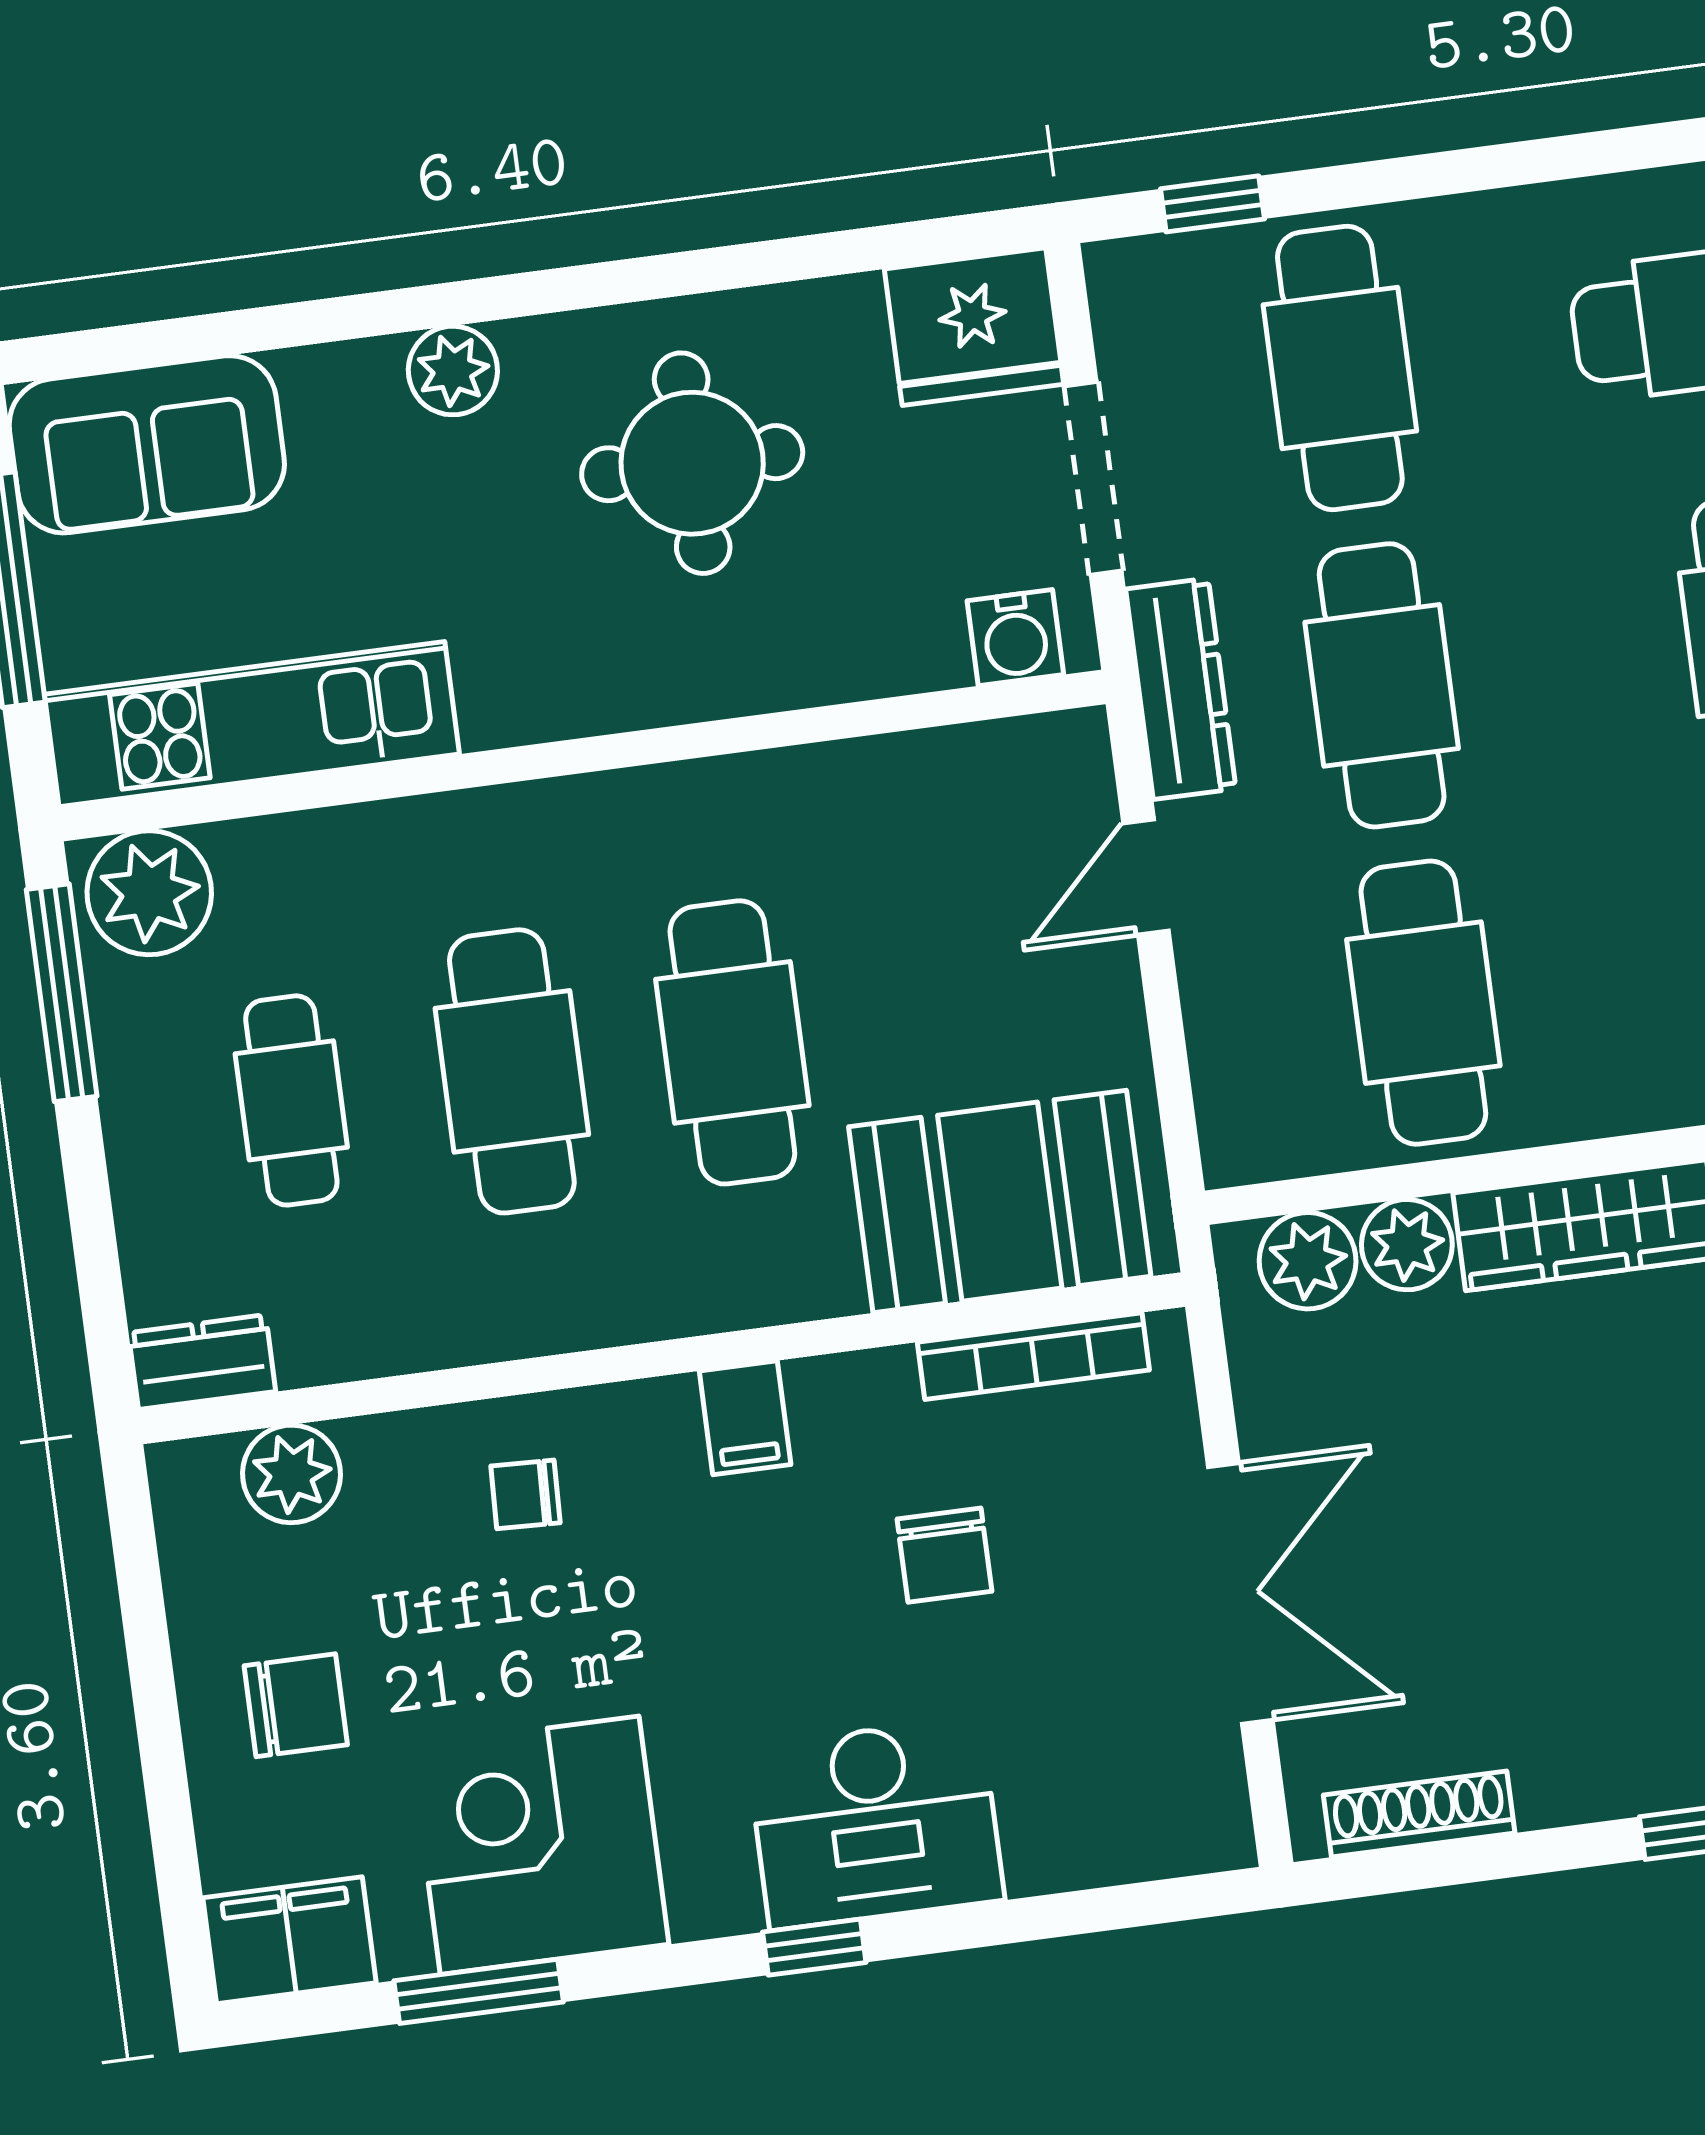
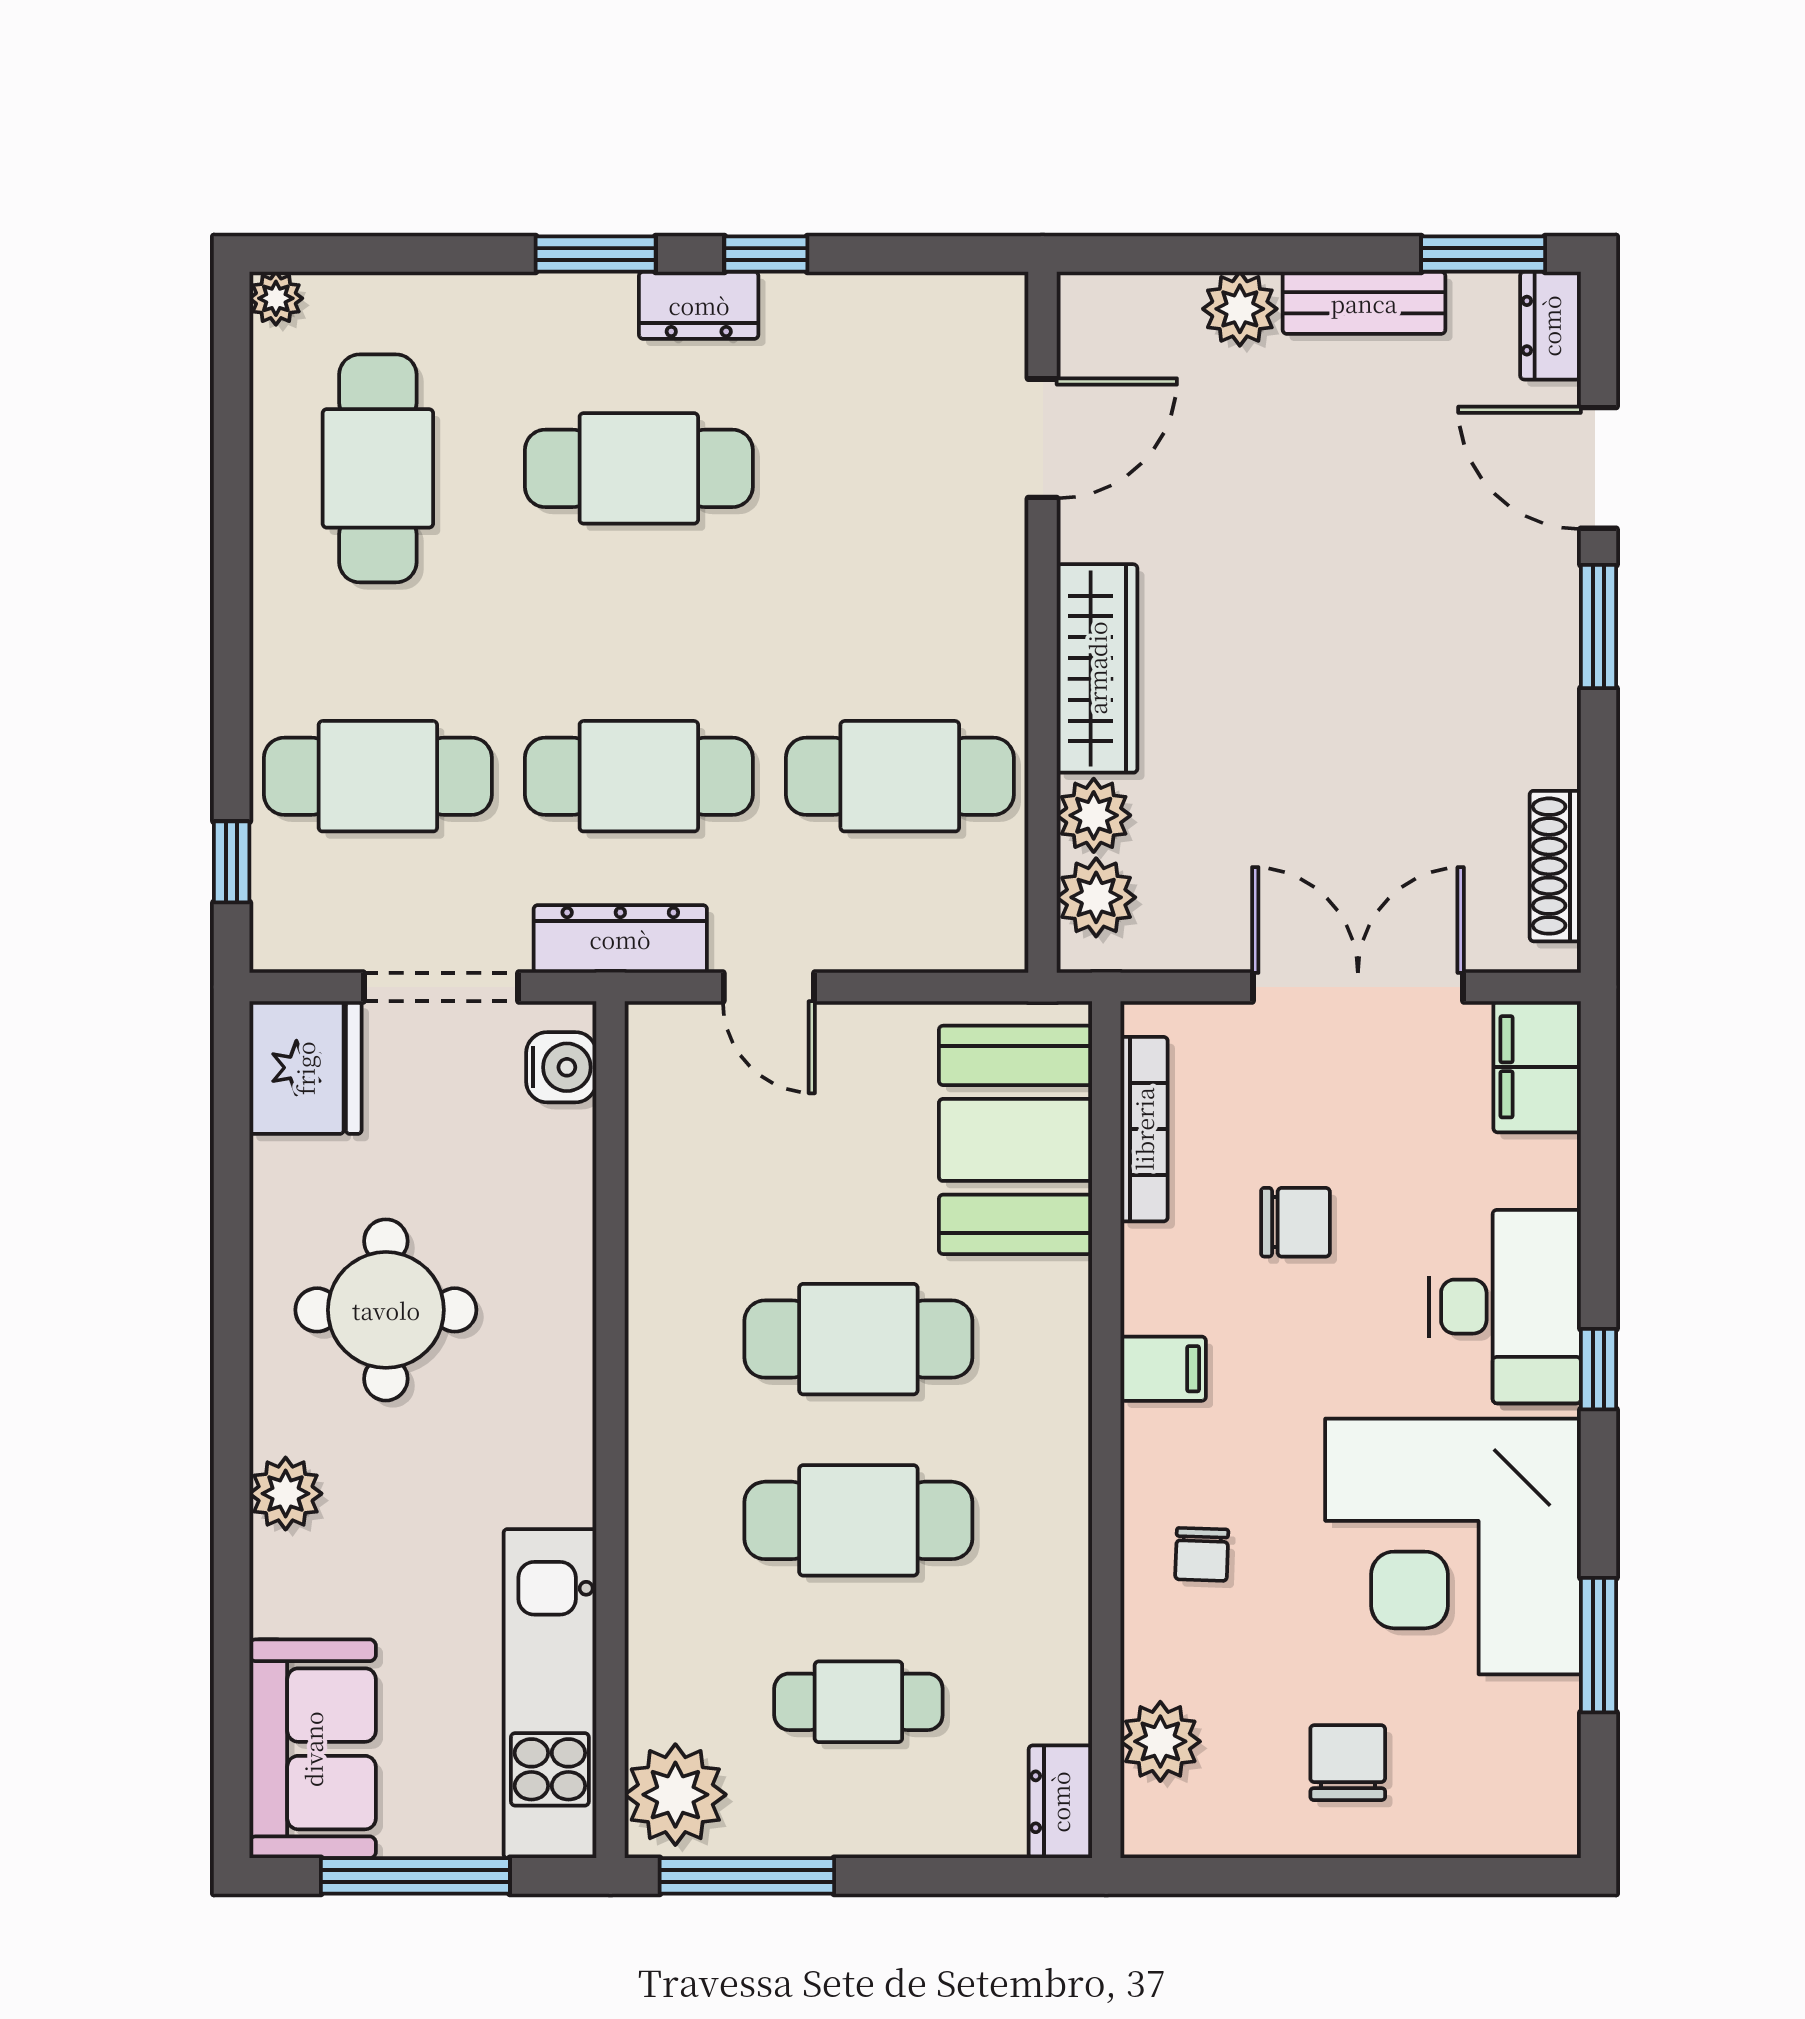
corner desk: (540, 1845) -> (1453, 1546), width x1.36, depth x1.36
filing cabinet: (289, 1940) -> (1537, 1067), moved

